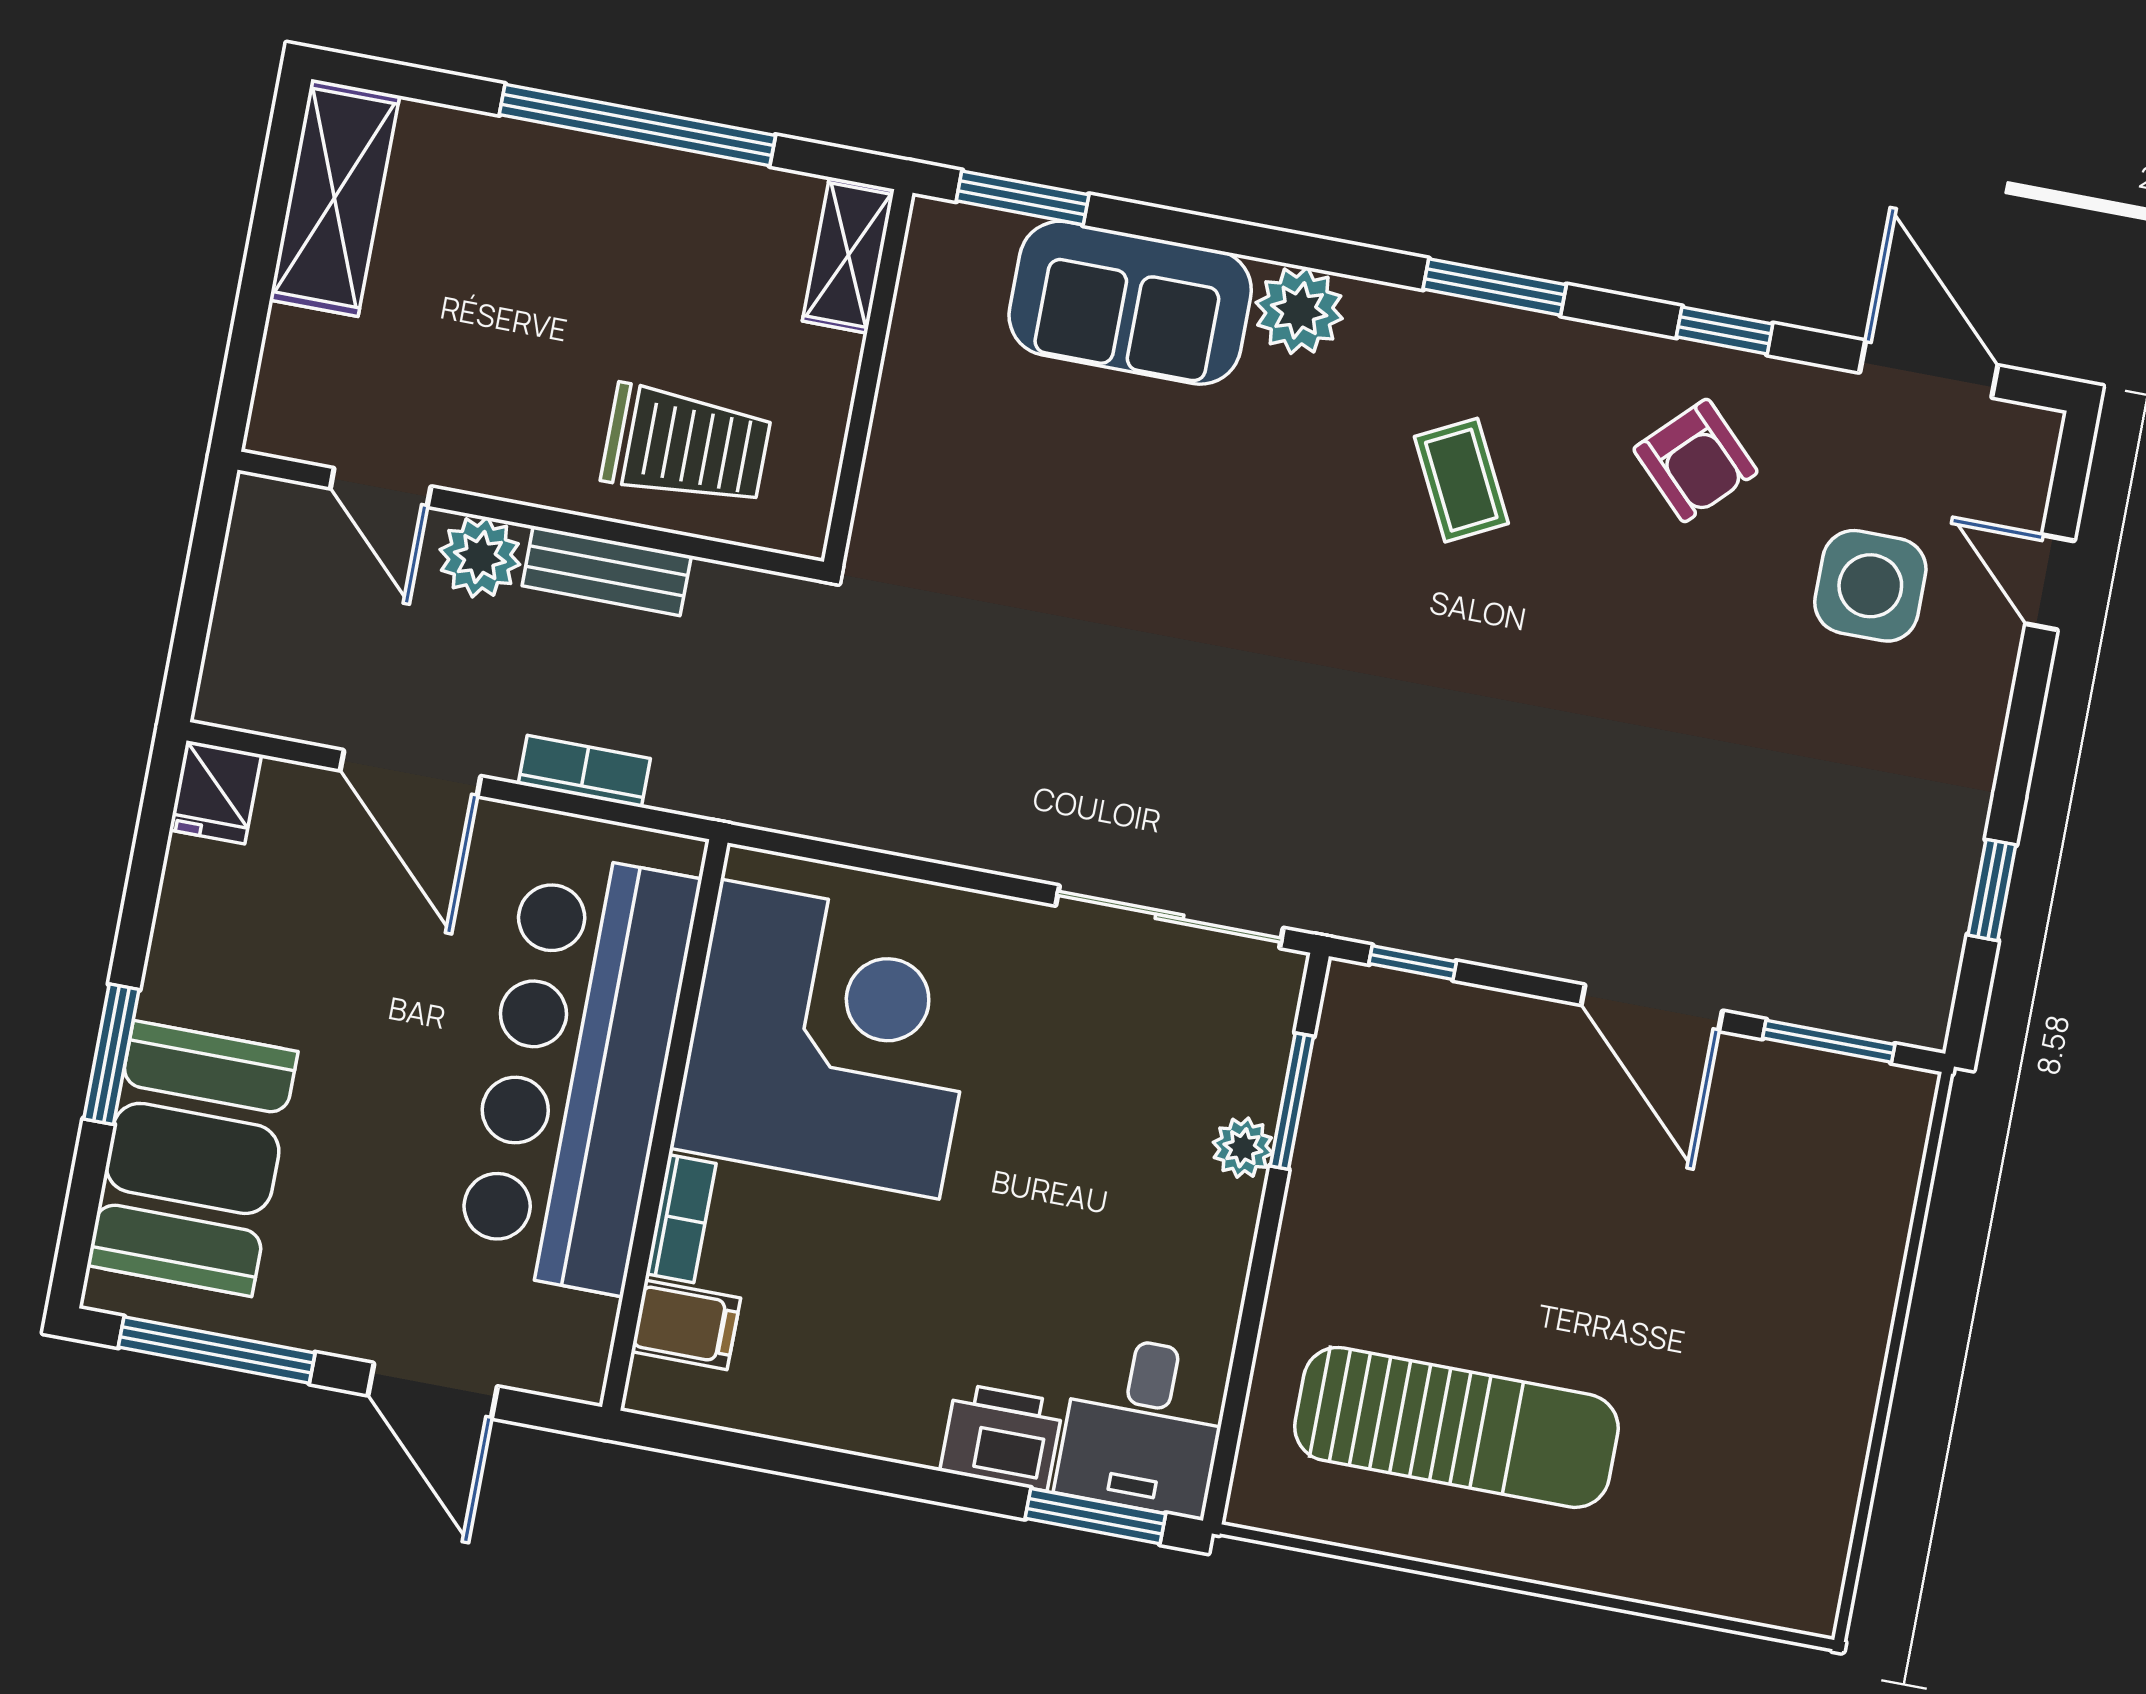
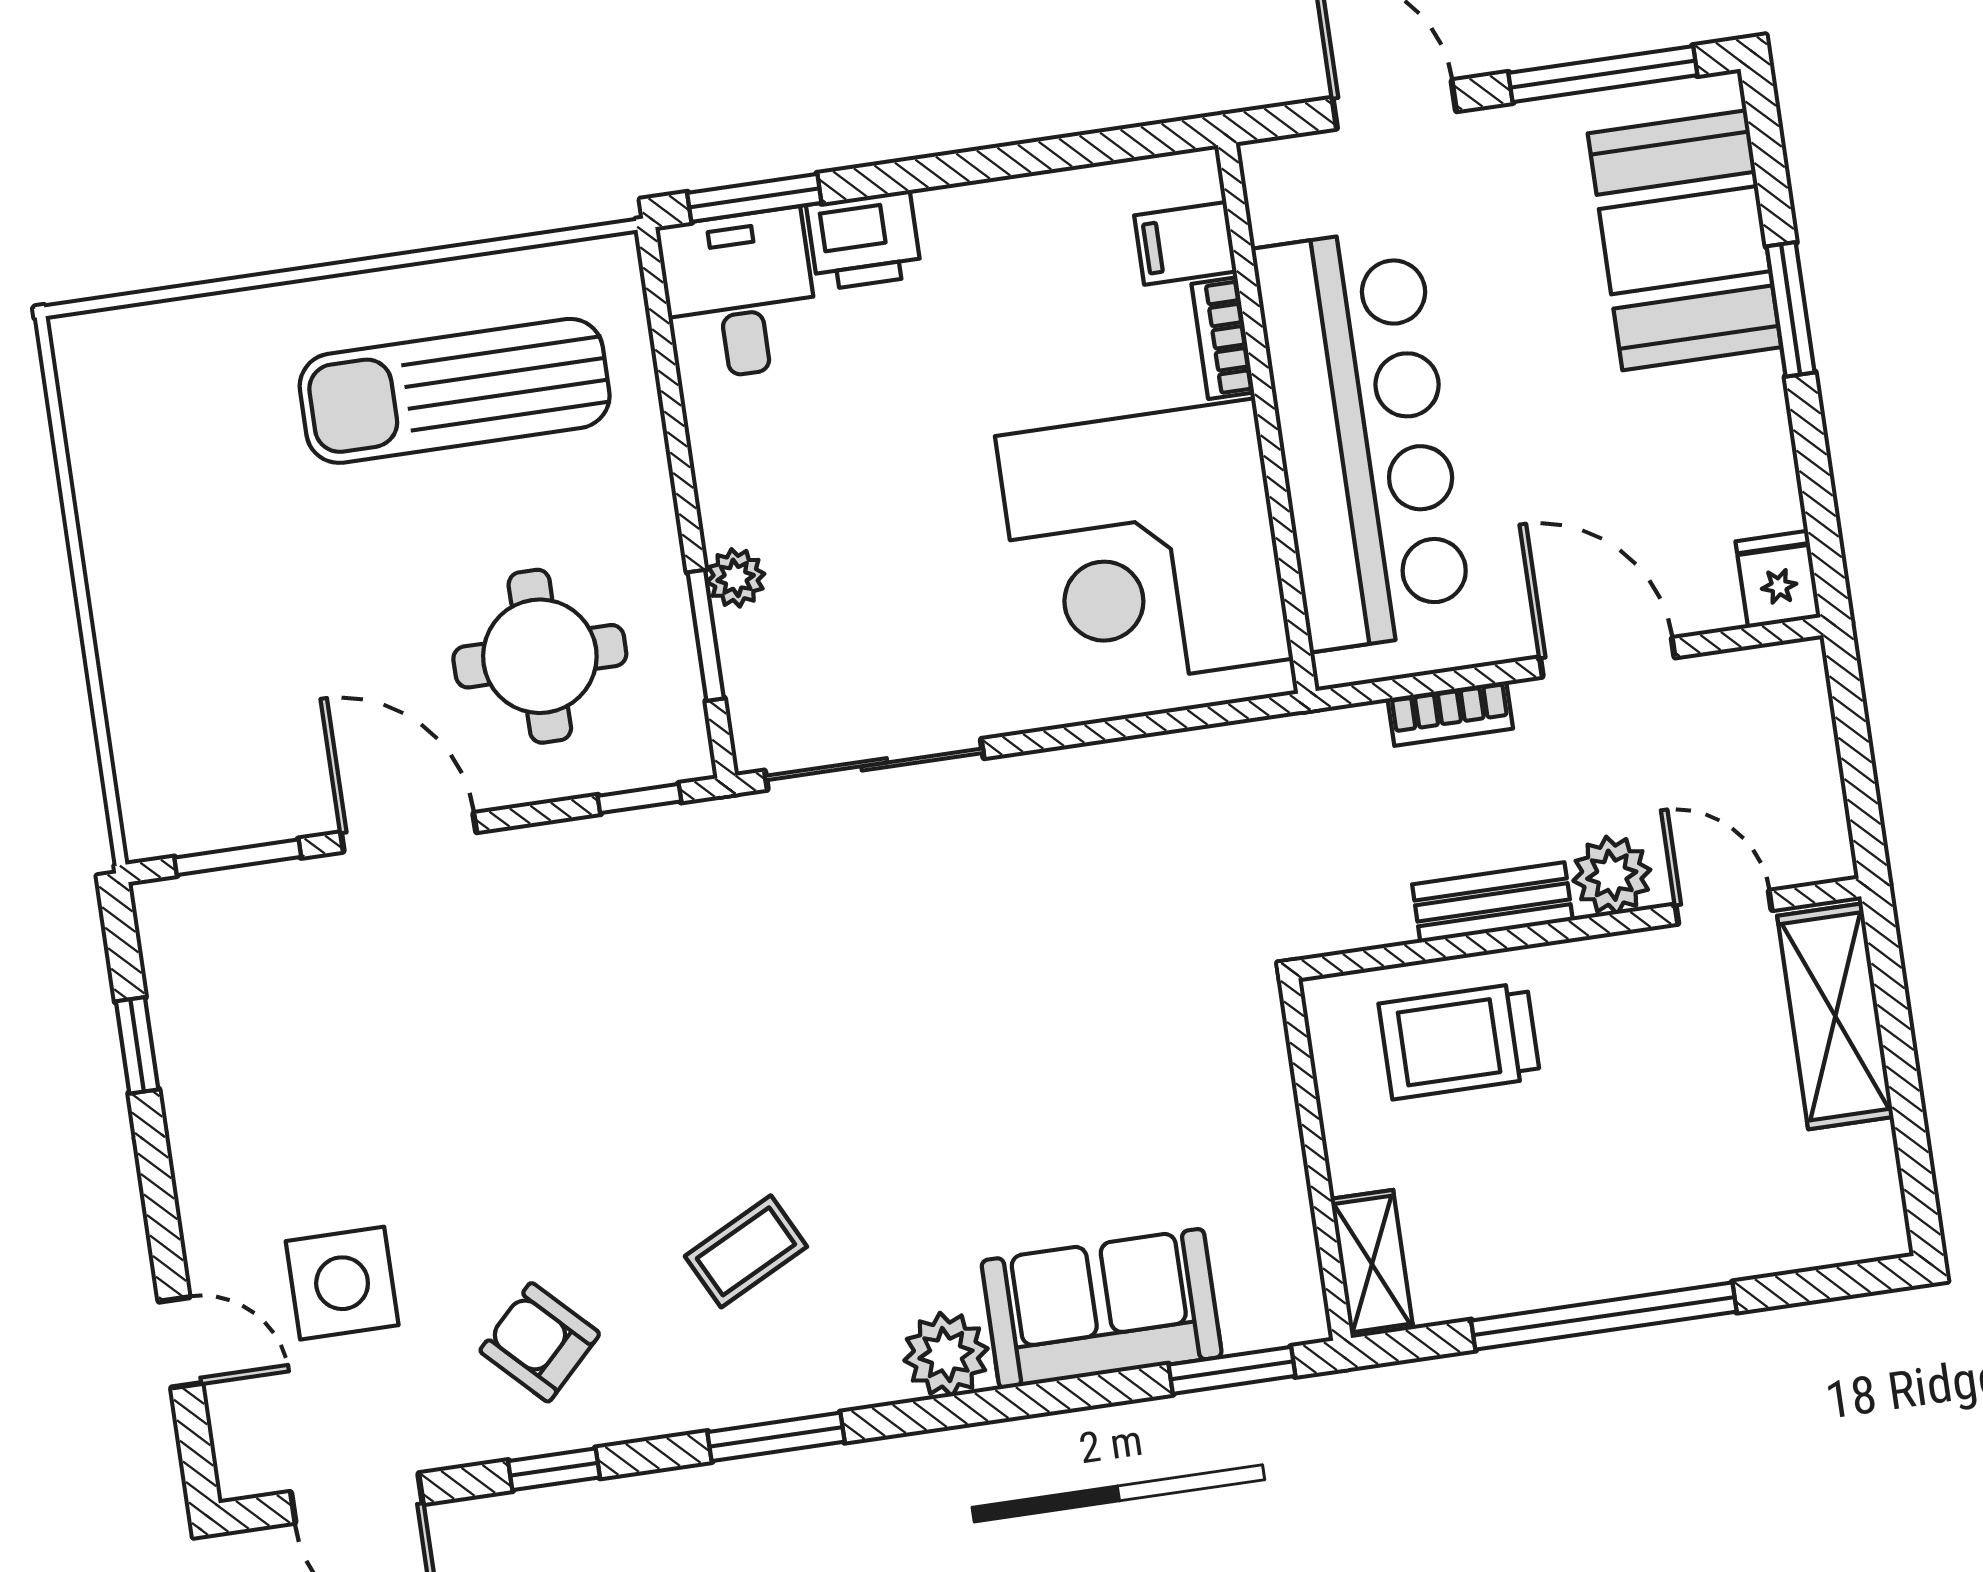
shelving: (335, 198) -> (1835, 1016), moved
coffee table: (1461, 480) -> (746, 1251), turned 90
round table: (1463, 1137) -> (540, 656), added

